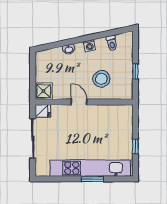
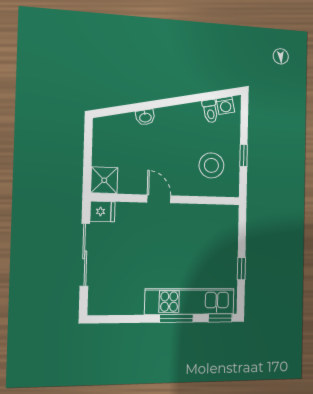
washing machine: (89, 46) -> (225, 105), moved
stool: (101, 79) -> (211, 165), moved
kitchen unit: (90, 168) -> (190, 301), width x0.73
window: (122, 179) -> (220, 318), added

